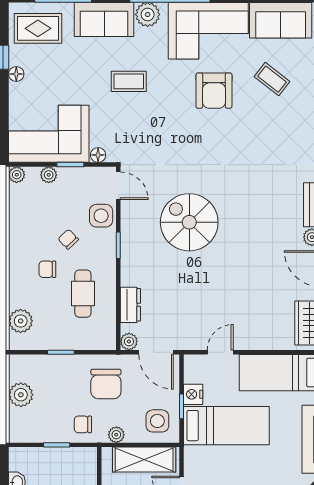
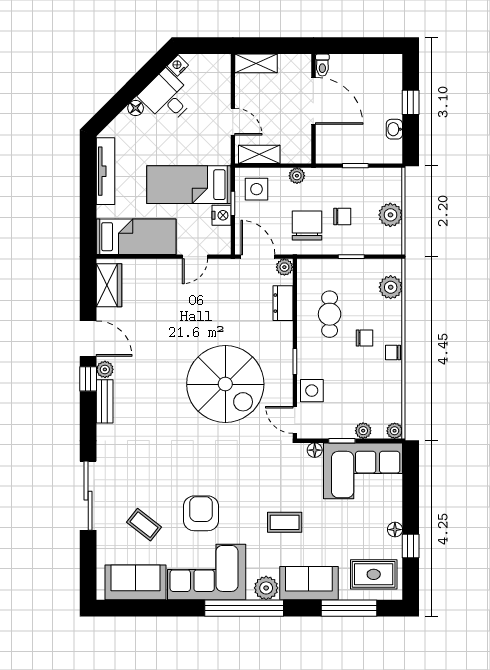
spiral stairs: (189, 222) -> (225, 384), width x1.37, depth x1.37
chair: (68, 239) -> (393, 353), moved, turned 134
chair: (83, 424) -> (342, 217), moved
shelving: (144, 460) -> (259, 154), width x0.67, depth x0.75

